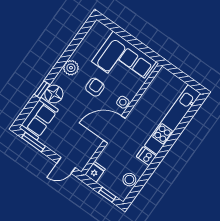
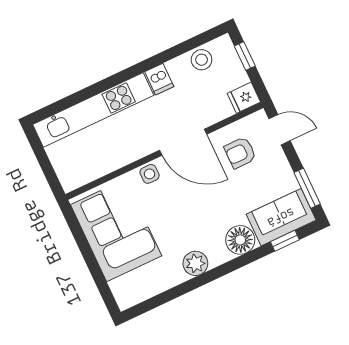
armchair: (95, 87) -> (240, 153), moved
window: (42, 90) -> (285, 241), moved

